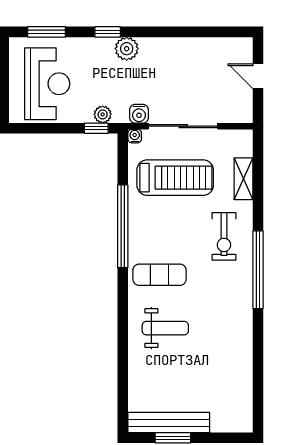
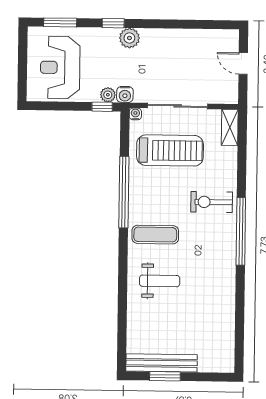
reception desk: (47, 84) -> (60, 67), turned 180
water cooler: (139, 114) -> (125, 94), moved
shelving: (244, 179) -> (230, 127), moved
exercise bike: (224, 236) -> (212, 202), turned 90

